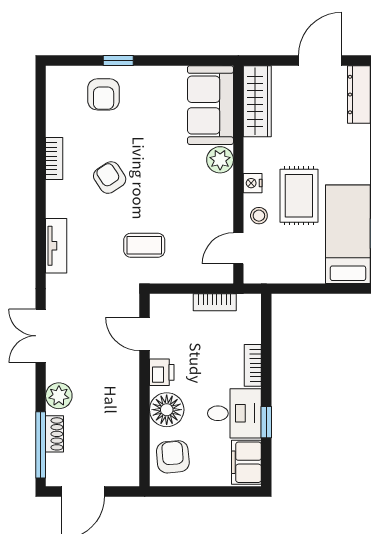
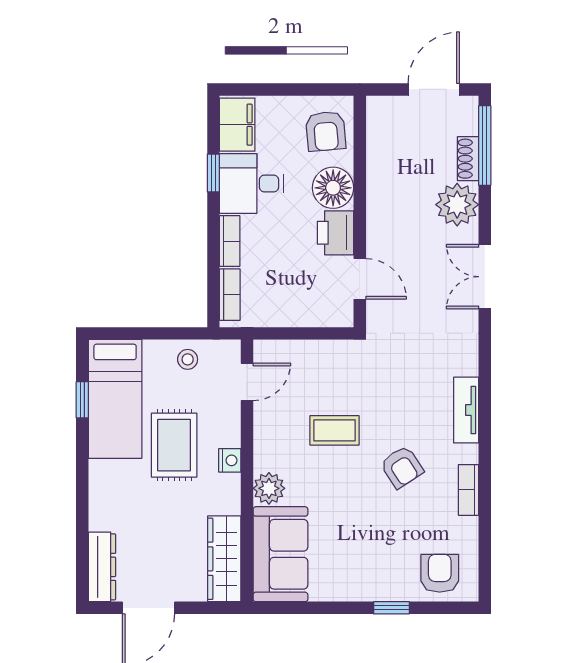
armchair: (104, 94) -> (440, 573), moved
stool: (259, 216) -> (188, 359), moved
coffee table: (144, 245) -> (335, 430), moved
tv unit: (56, 246) -> (466, 410), moved
bookcase: (215, 302) -> (230, 295), moved, turned 90
double door: (41, 336) -> (485, 277), swing flipped
printer: (162, 372) -> (335, 233), width x1.36, depth x1.24
plant: (59, 396) -> (457, 205), width x1.36, depth x1.36

